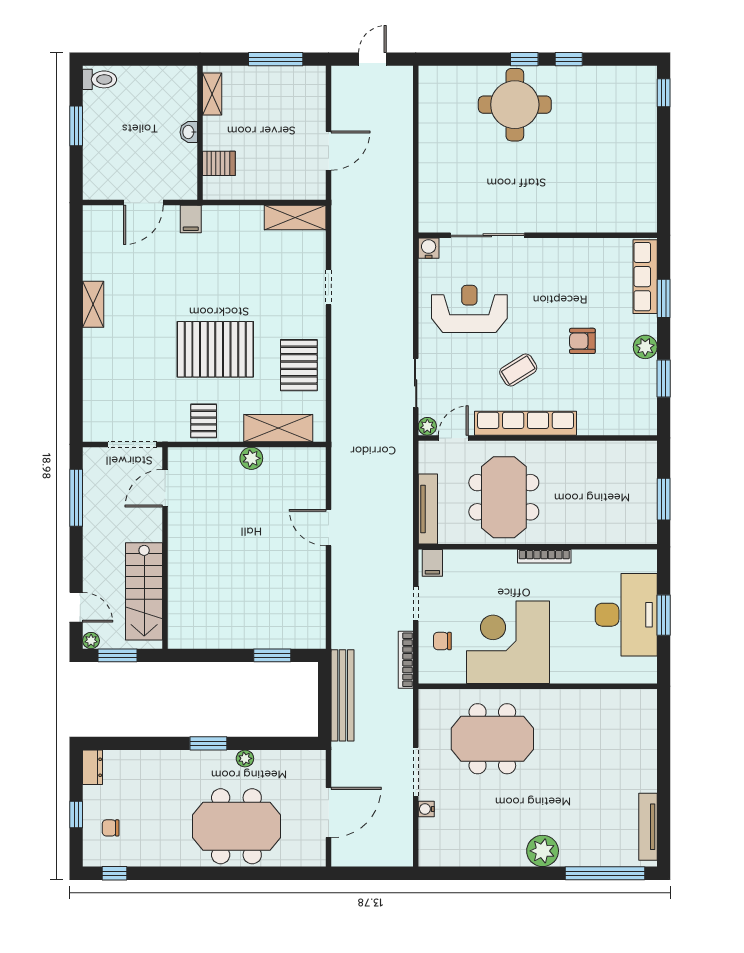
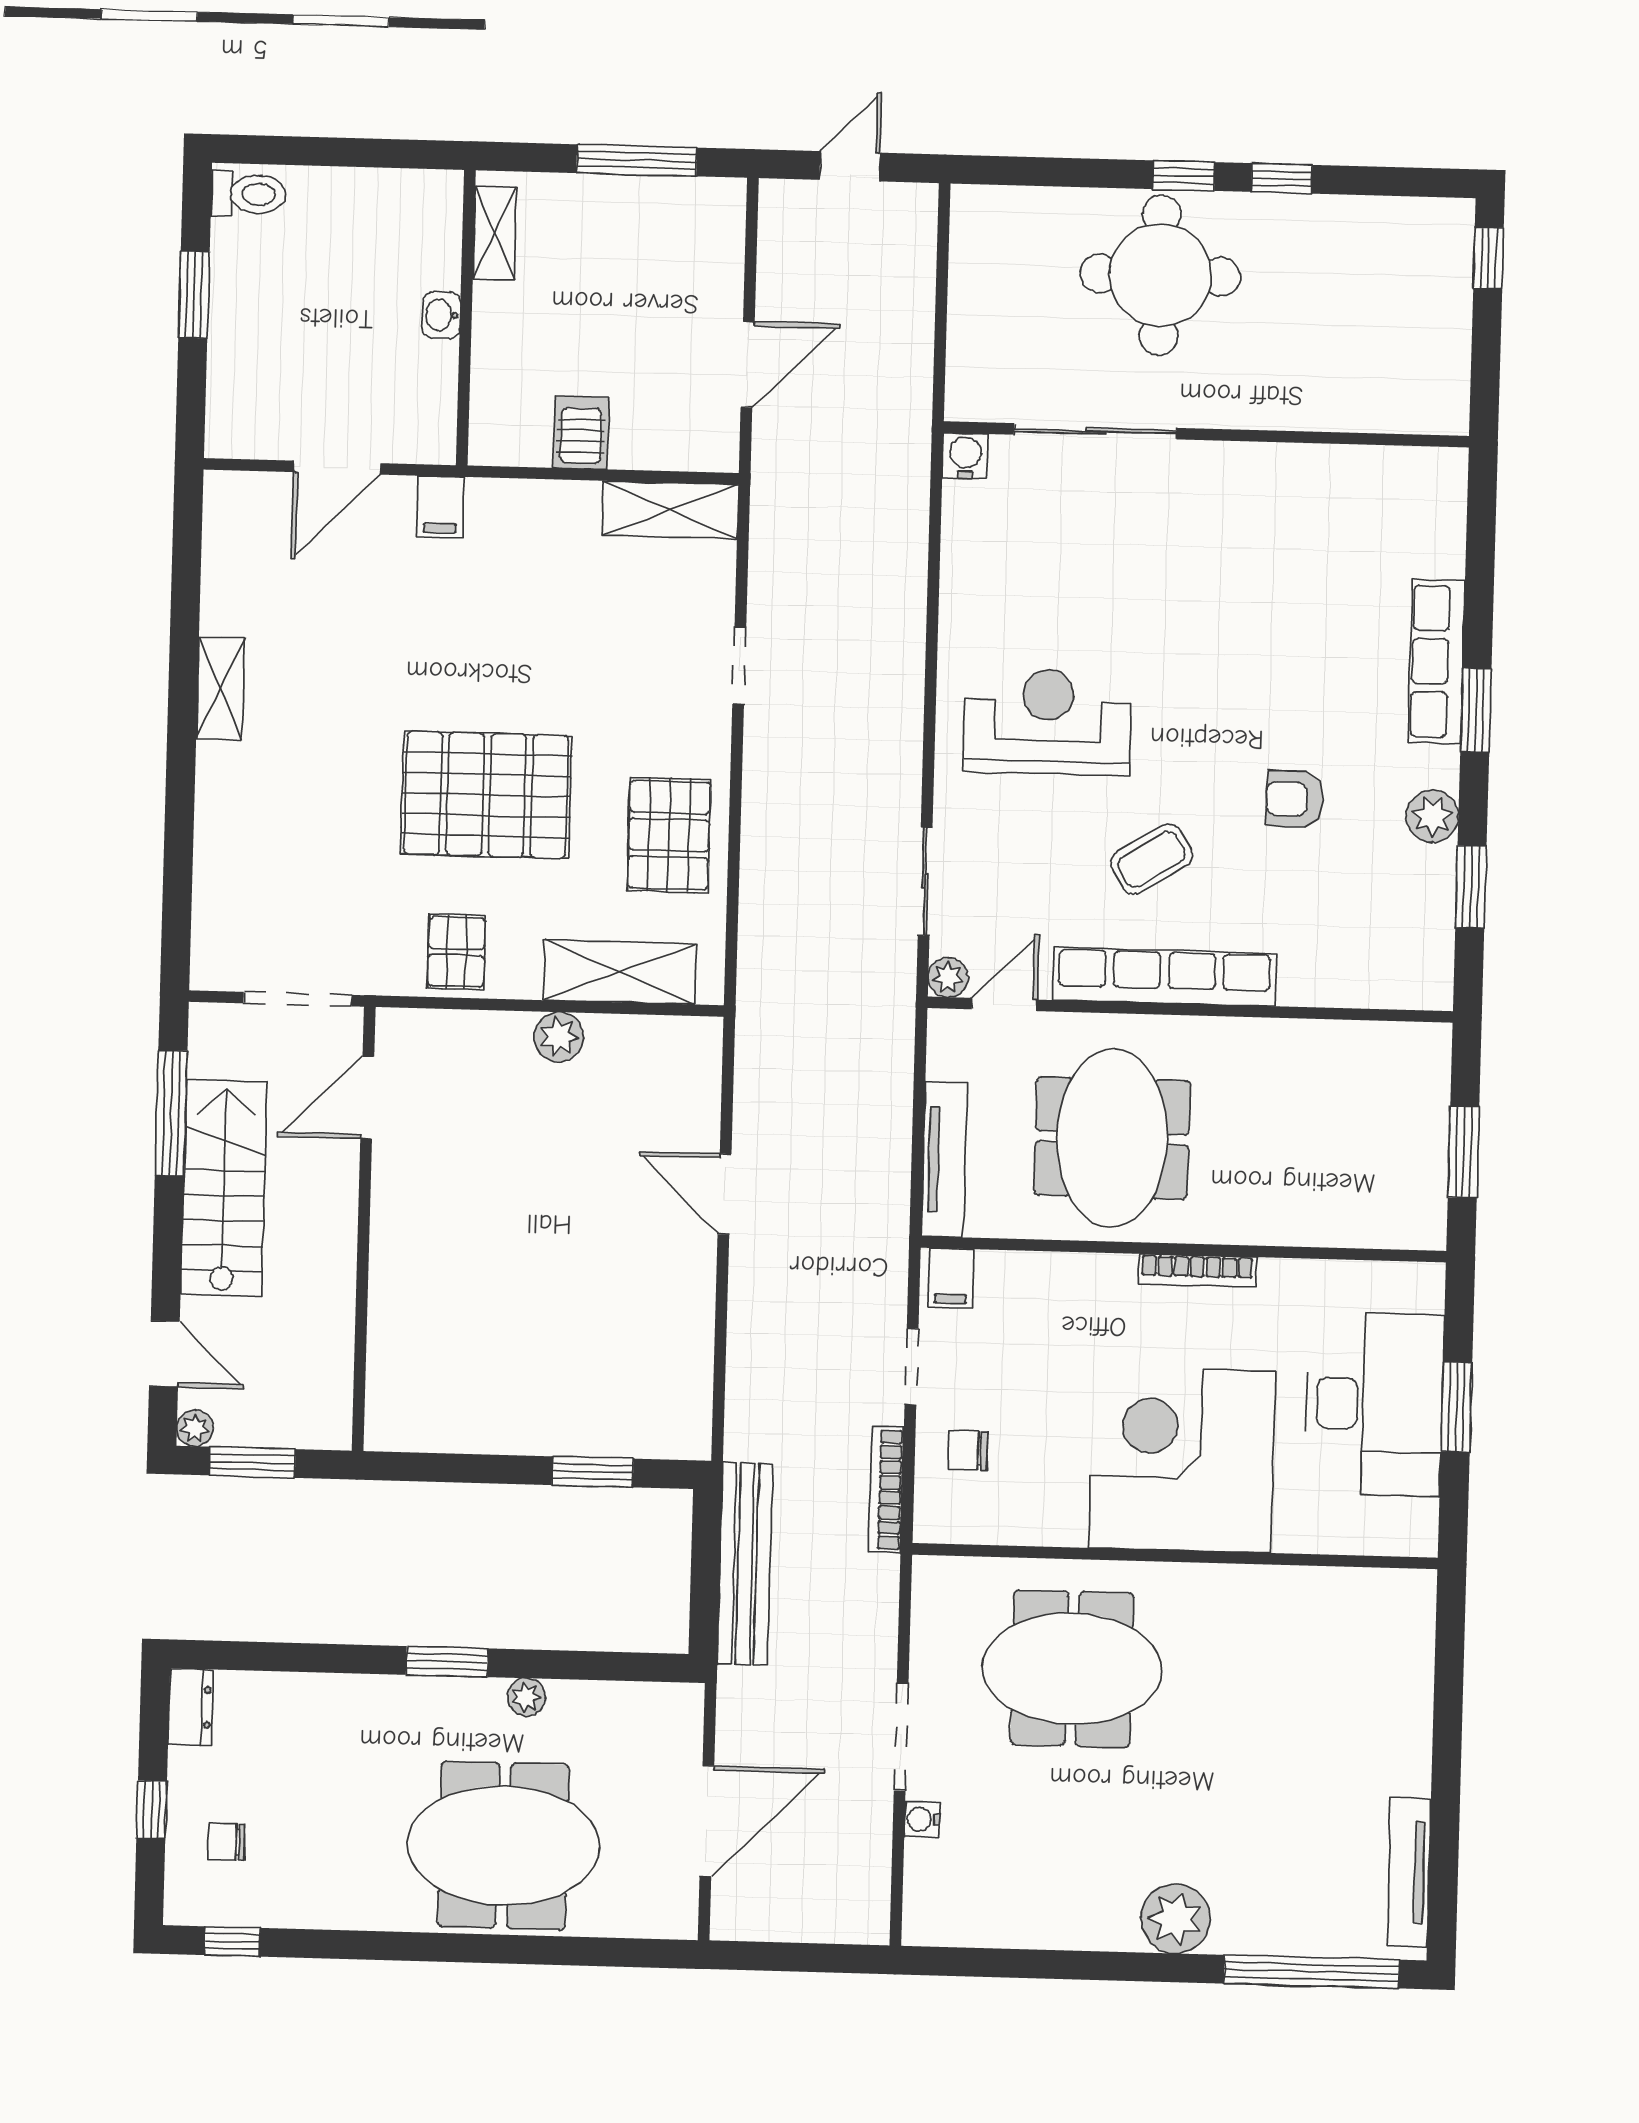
server rack: (219, 163) -> (581, 433), moved, turned -90
sliding door: (487, 235) -> (1095, 431), moved
wall: (538, 235) -> (1206, 434), moved
water cooler: (429, 248) -> (965, 456), moved
stairs: (144, 591) -> (224, 1188), moved, turned 180
corner desk: (508, 642) -> (1182, 1459), moved

